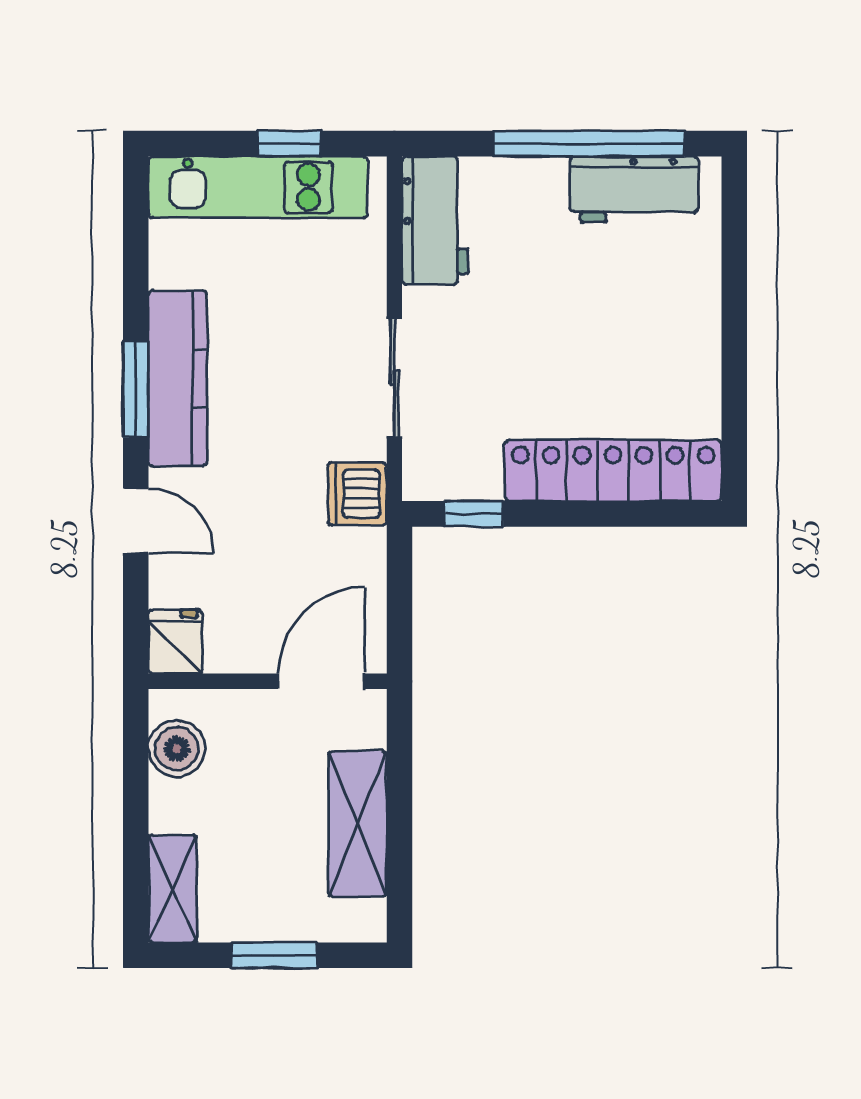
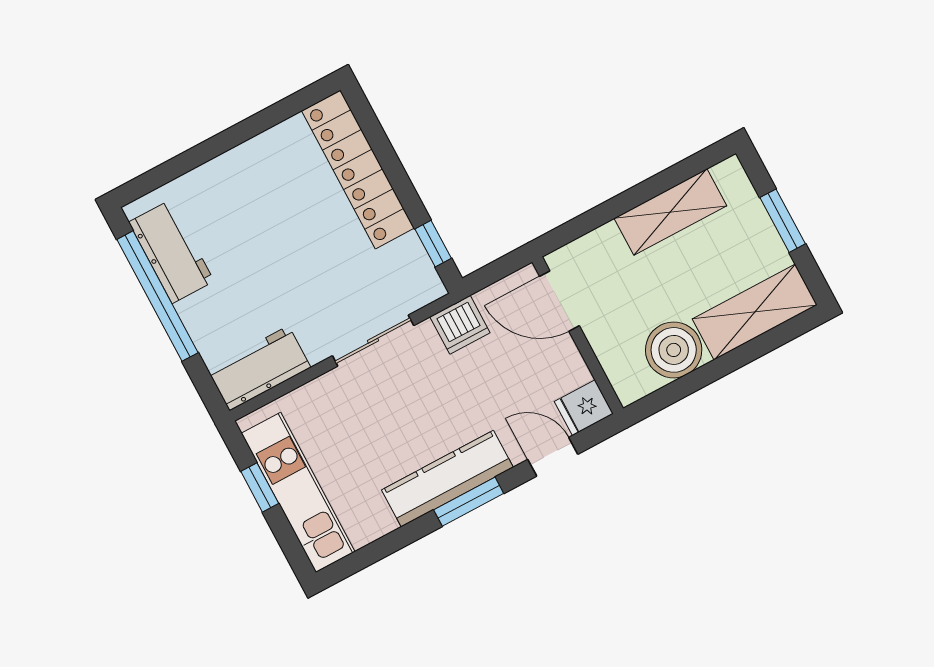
door: (136, 521) -> (553, 457), hinge flipped
fridge: (175, 642) -> (584, 408), moved
wall: (268, 681) -> (578, 335), moved
door: (321, 681) -> (559, 301), moved
boiler: (177, 748) -> (674, 350), width x1.37, depth x1.37
shelving: (173, 889) -> (755, 312), width x1.50, depth x1.33

